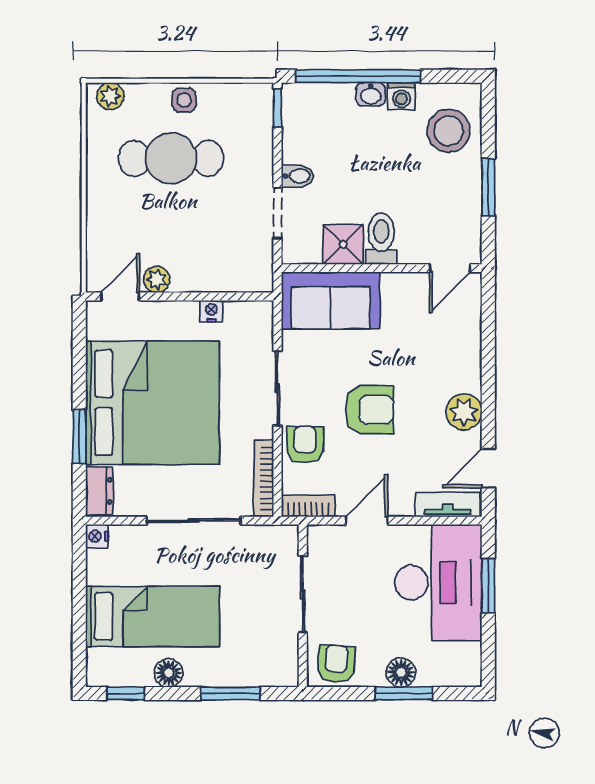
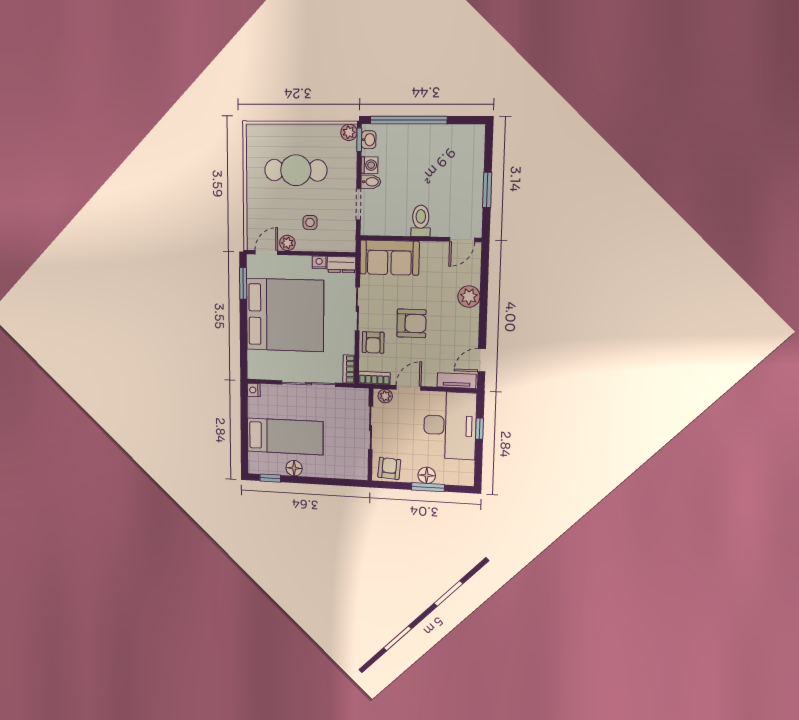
washbasin: (371, 94) -> (369, 140), moved, turned -90
plant: (110, 96) -> (349, 132), moved
washing machine: (401, 96) -> (369, 165), moved, turned -90
side table: (184, 100) -> (310, 222), moved
stool: (449, 131) -> (464, 155), removed
shower: (343, 244) -> (398, 224), removed
plant: (464, 412) -> (469, 297), moved
window: (79, 436) -> (243, 283), moved
armchair: (305, 445) -> (373, 342), turned 180
bookcase: (264, 478) -> (349, 369), width x0.64
dresser: (99, 491) -> (341, 265), moved, turned 90
plant: (327, 536) -> (385, 396), added
window: (488, 586) -> (479, 429), width x0.67
window: (231, 693) -> (329, 481), removed

